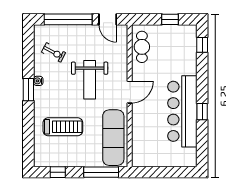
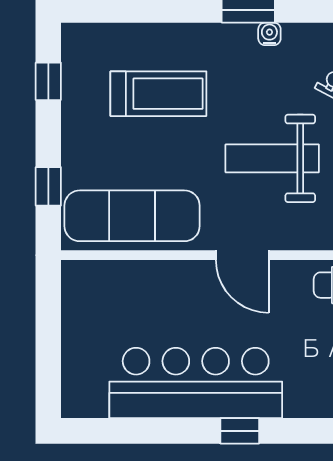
window: (202, 112) -> (240, 431), moved
treadmill: (63, 127) -> (158, 94), turned -90
window: (101, 172) -> (48, 186), width x0.46

